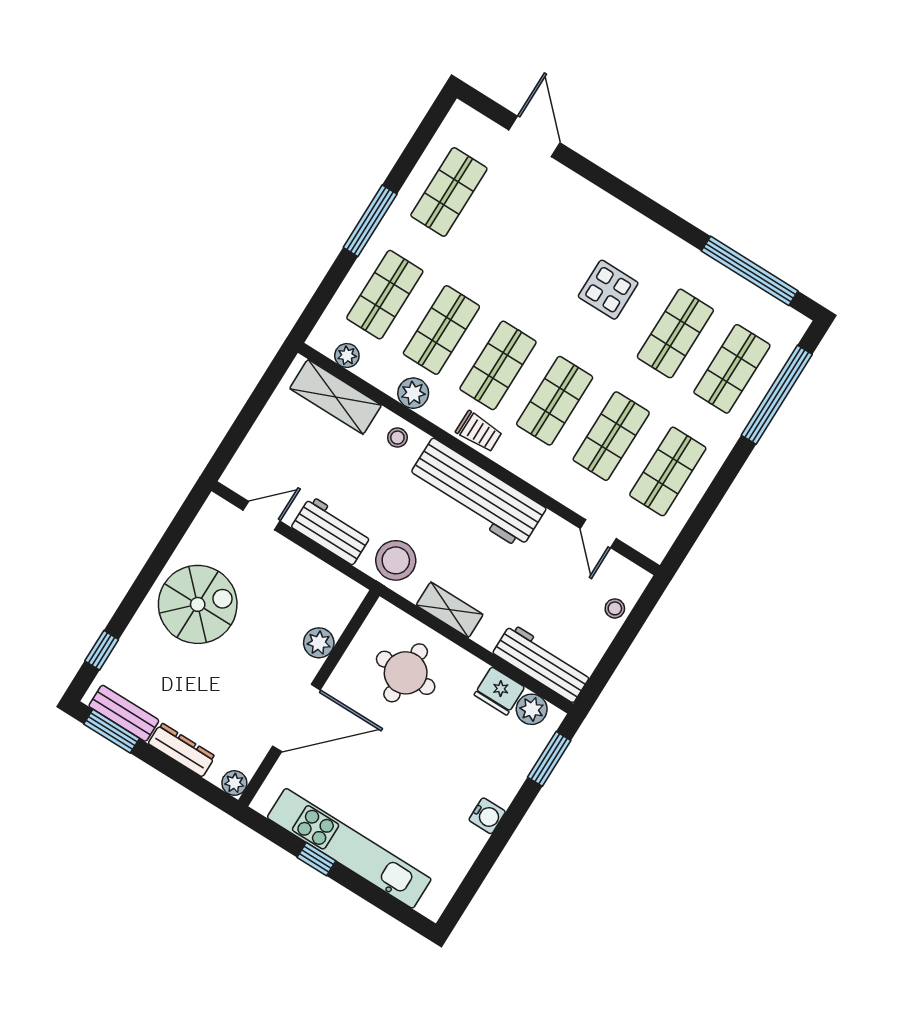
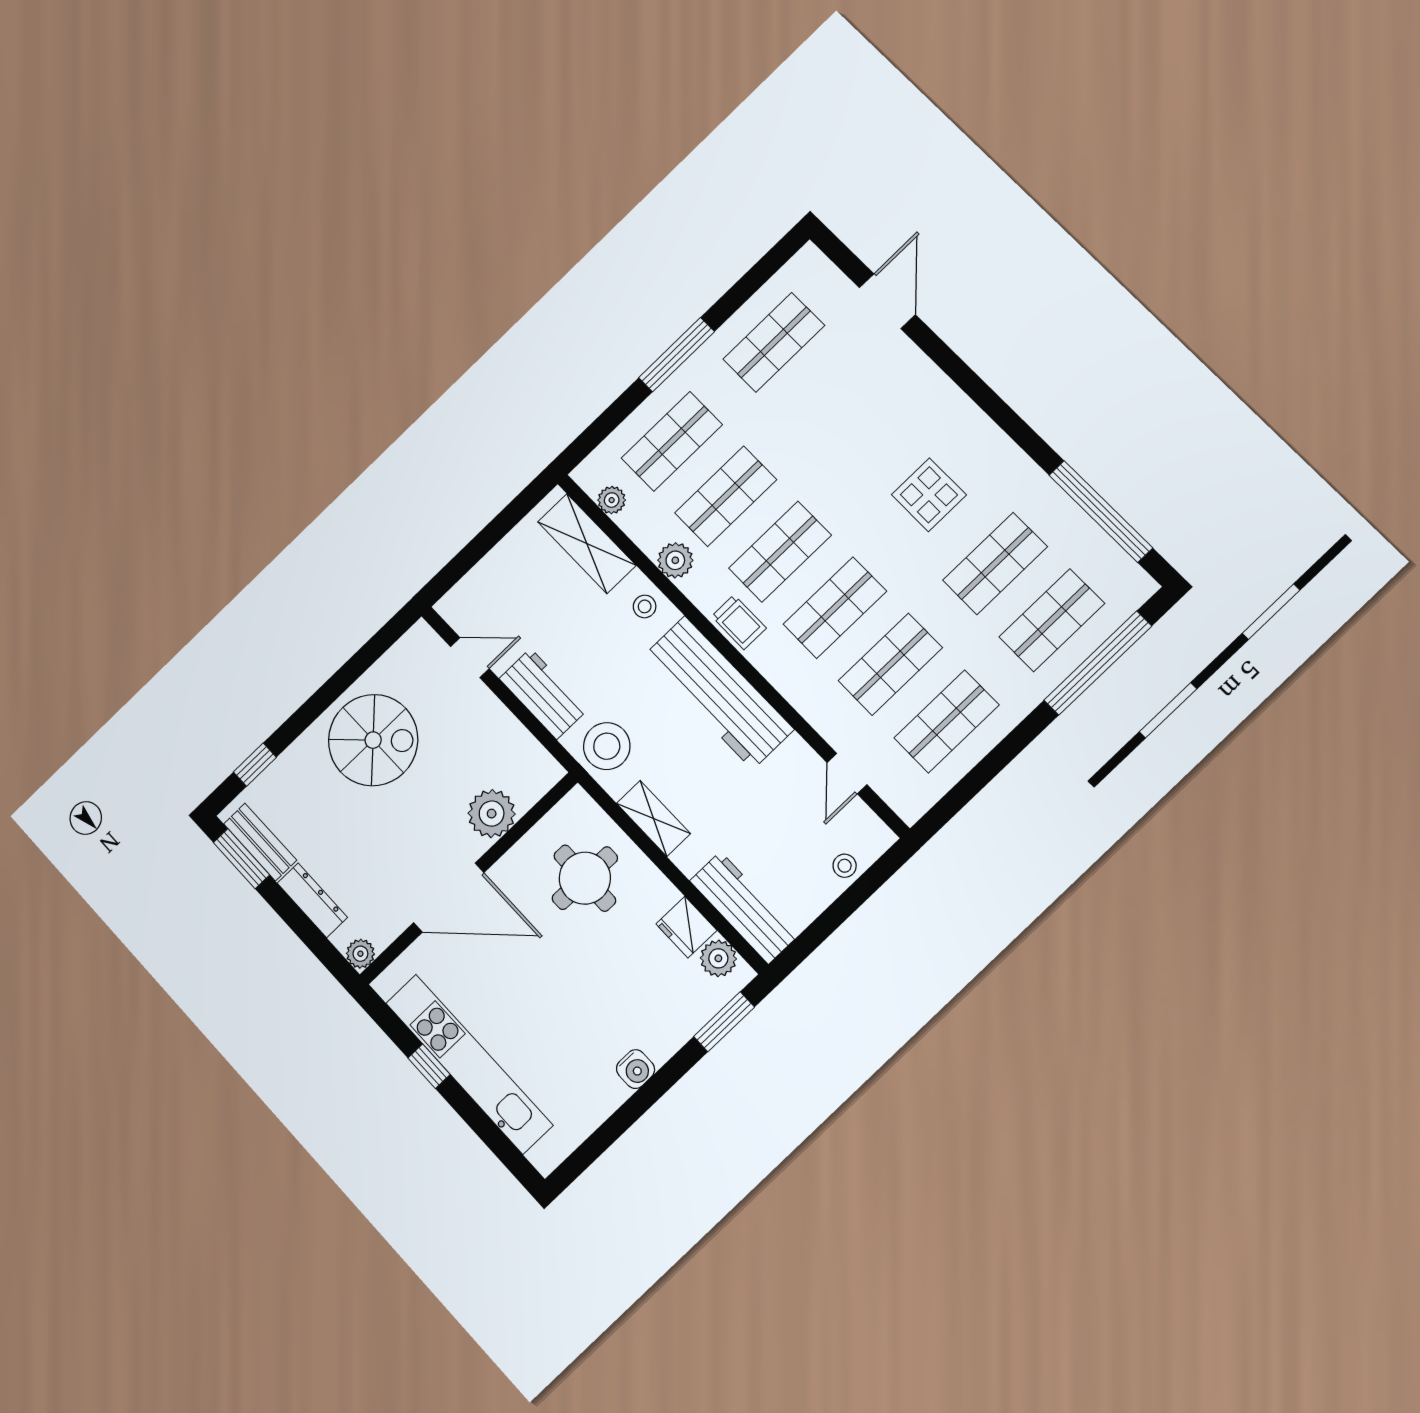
plant: (319, 643) -> (492, 814), width x1.36, depth x1.36

